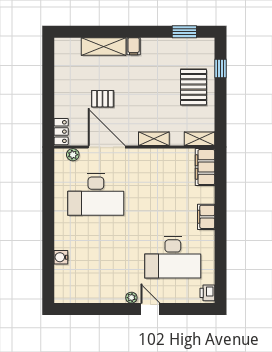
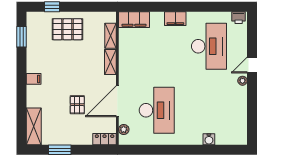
shelving: (104, 46) -> (34, 126), moved
window: (48, 78) -> (60, 150), added
shelving: (199, 139) -> (110, 36), moved

